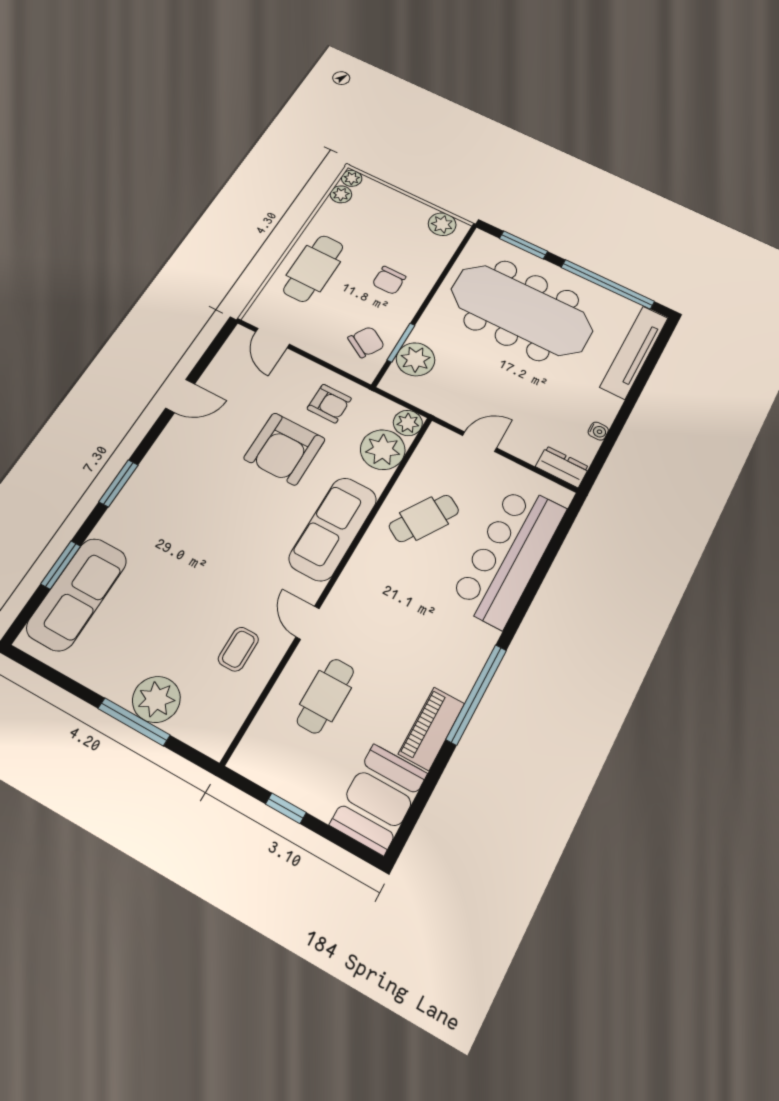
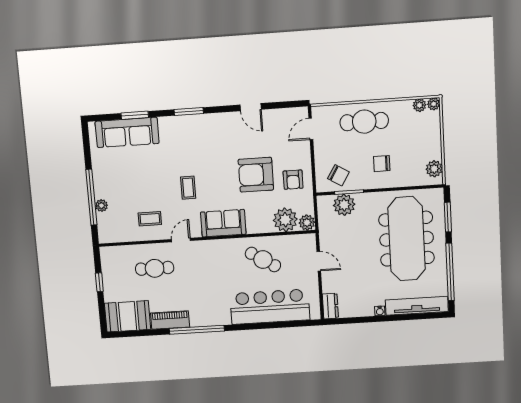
water cooler: (598, 431) -> (380, 311), moved
sofa: (333, 529) -> (223, 223), width x0.73
coffee table: (232, 558) -> (188, 188), added
plant: (156, 699) -> (101, 206), width x0.53, depth x0.53
window: (134, 722) -> (91, 197), width x1.46

